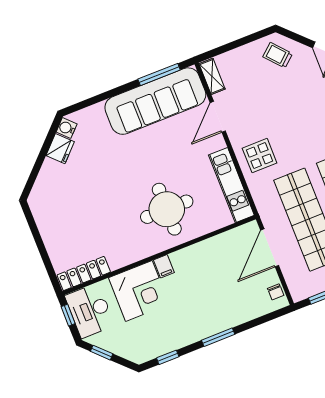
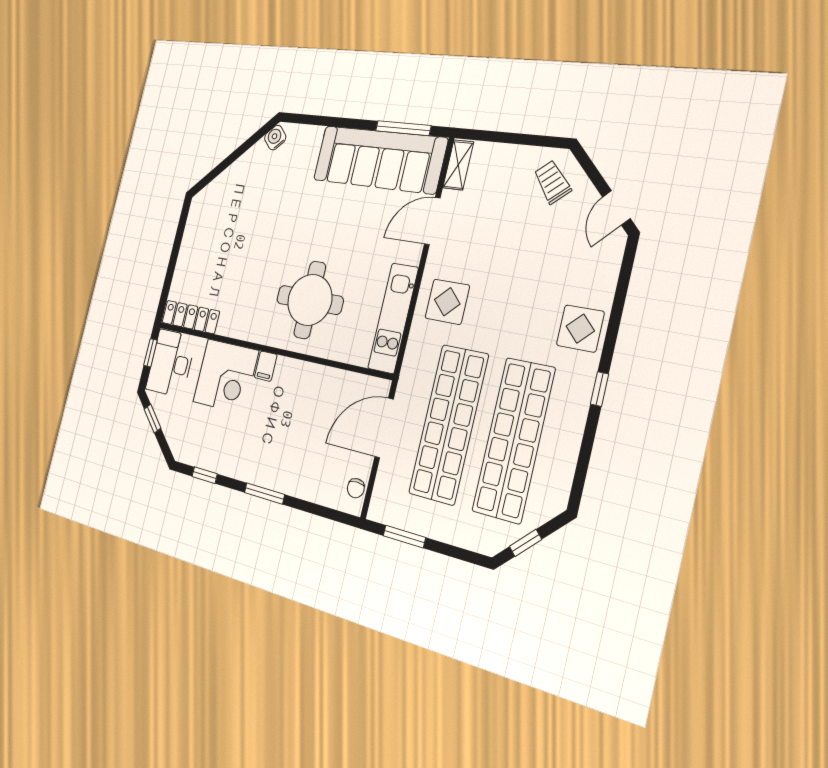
fridge: (60, 149) -> (255, 158), removed

